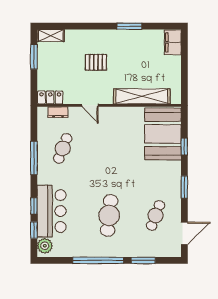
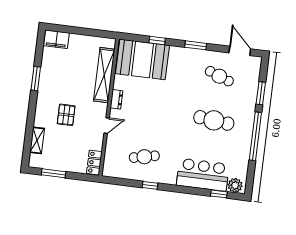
shelving: (51, 36) -> (37, 140), moved
dresser: (58, 112) -> (116, 99), moved
cafe table: (63, 148) -> (144, 157), turned -33
window: (34, 158) -> (150, 185), width x0.46
window: (34, 206) -> (196, 191), removed

